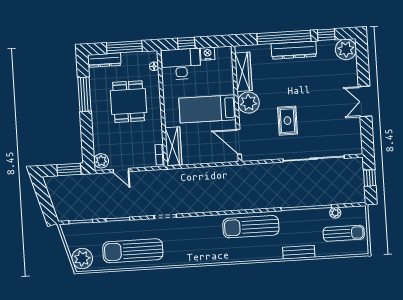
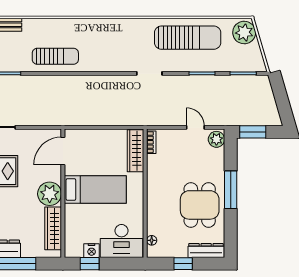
window: (186, 43) -> (90, 264), moved
window: (124, 47) -> (183, 264), width x0.46
window: (84, 94) -> (231, 190), moved
dining table: (128, 102) -> (200, 205), moved
door: (239, 142) -> (63, 151), swing flipped
sun lounger: (251, 227) -> (55, 56), width x0.73, depth x0.75

